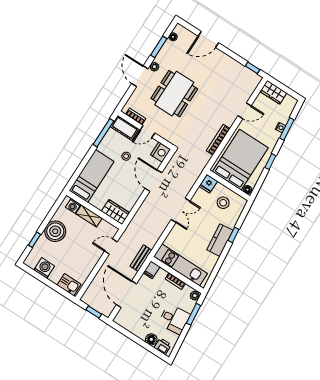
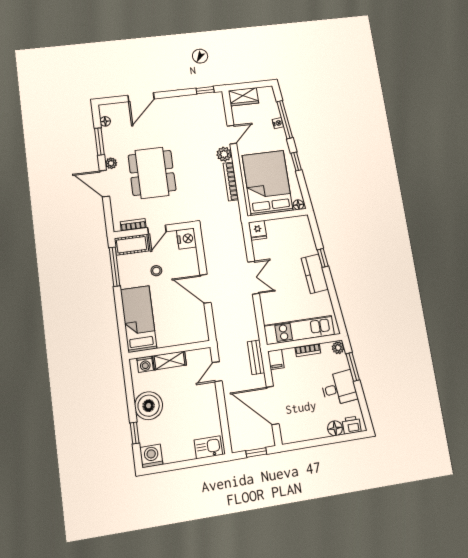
plant: (229, 119) -> (224, 154), added
window: (287, 129) -> (285, 120), width x1.44
door: (153, 181) -> (205, 289), moved
stool: (223, 203) -> (287, 236), removed
wardrobe: (116, 212) -> (193, 334), removed
washing machine: (44, 268) -> (151, 456), moved

